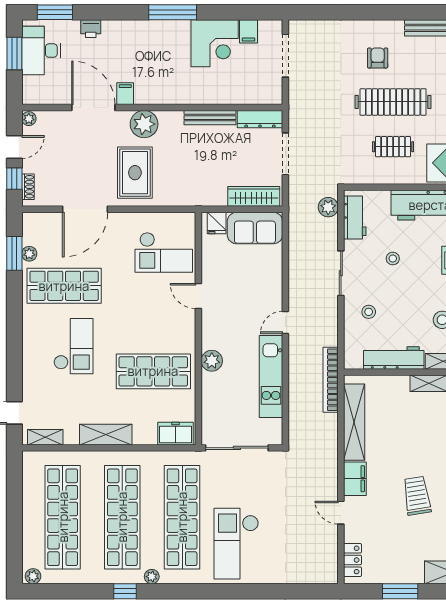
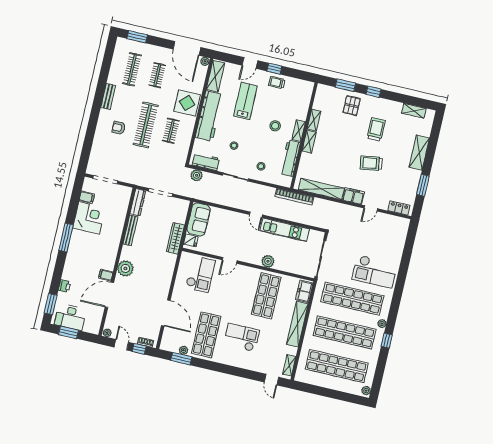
rug: (135, 173) -> (152, 280), removed
wardrobe: (254, 196) -> (175, 238), moved
shelving: (106, 435) -> (297, 324), width x1.47

